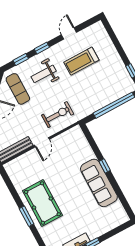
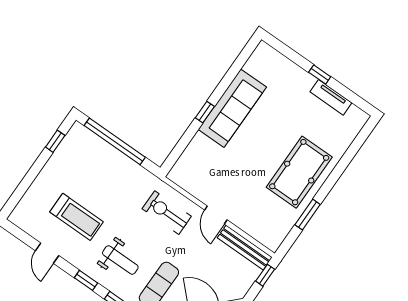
door: (69, 33) -> (47, 253), hinge flipped
door: (42, 142) -> (216, 215), swing flipped
window: (27, 216) -> (308, 215), moved

